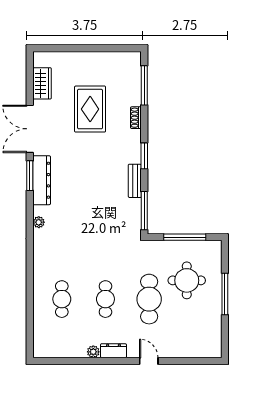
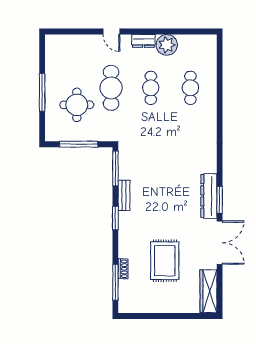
wardrobe: (42, 83) -> (208, 291), width x1.50
shoe rack: (136, 118) -> (123, 269), moved
plant: (39, 222) -> (212, 158), removed
plant: (93, 352) -> (167, 45), width x1.87, depth x1.87

